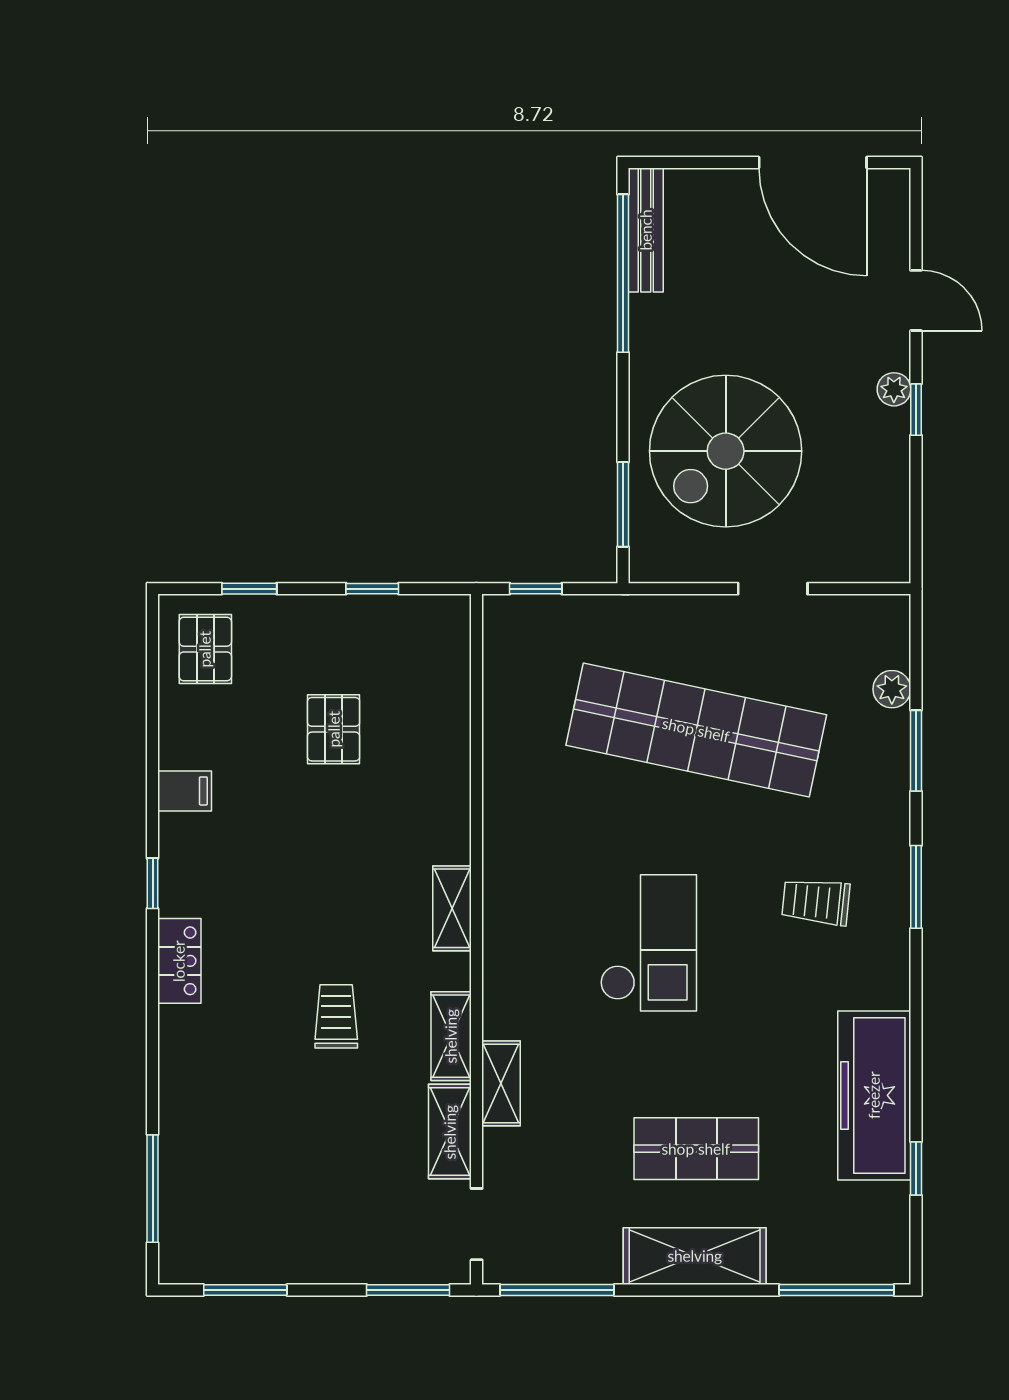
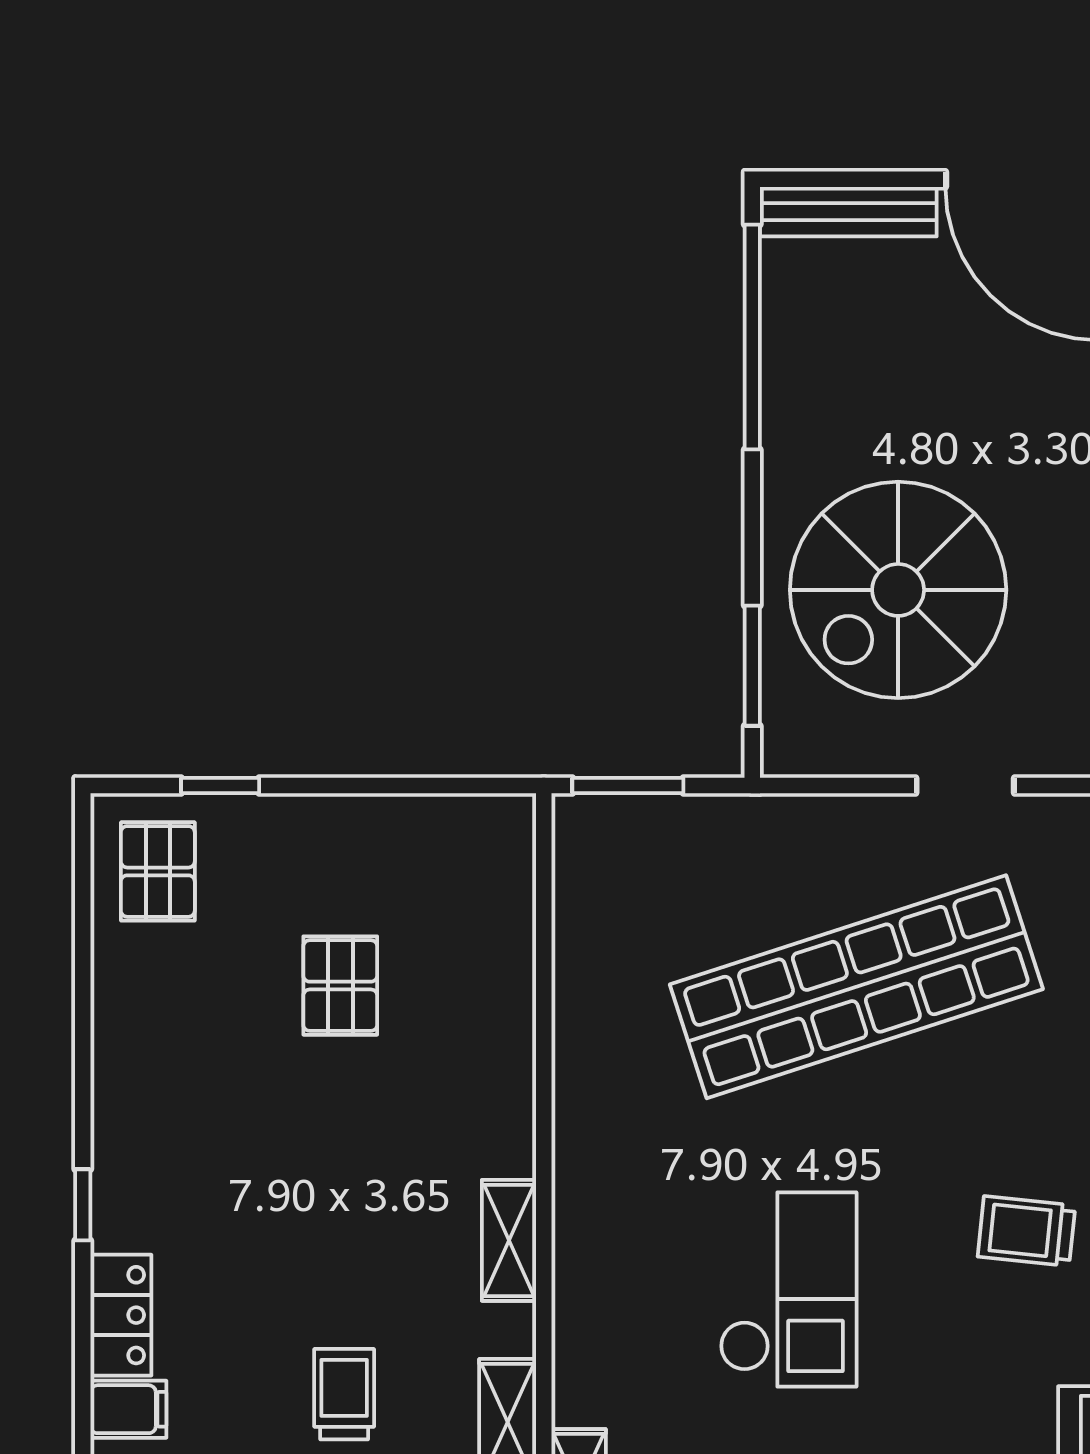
bench: (646, 230) -> (848, 212), moved, turned 90
window: (372, 589) -> (395, 786), removed
window: (536, 589) -> (628, 786), width x1.50
shop shelf: (696, 730) -> (856, 987), turned -30
filing cabinet: (185, 791) -> (128, 1409), moved

